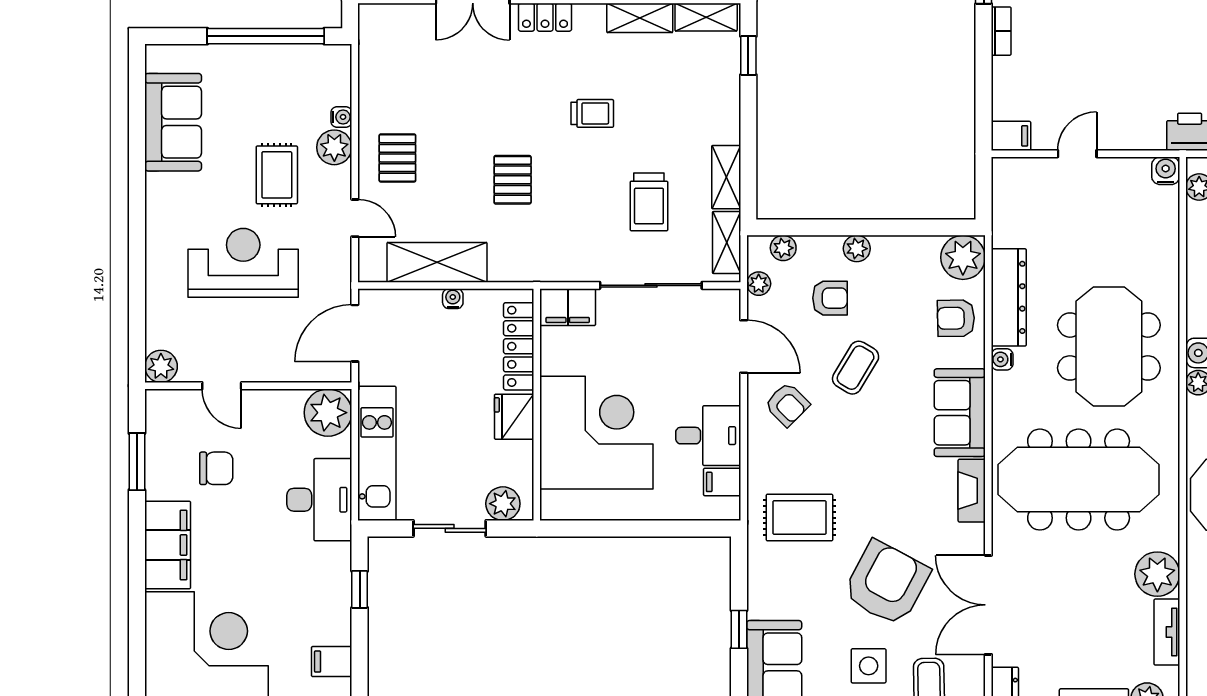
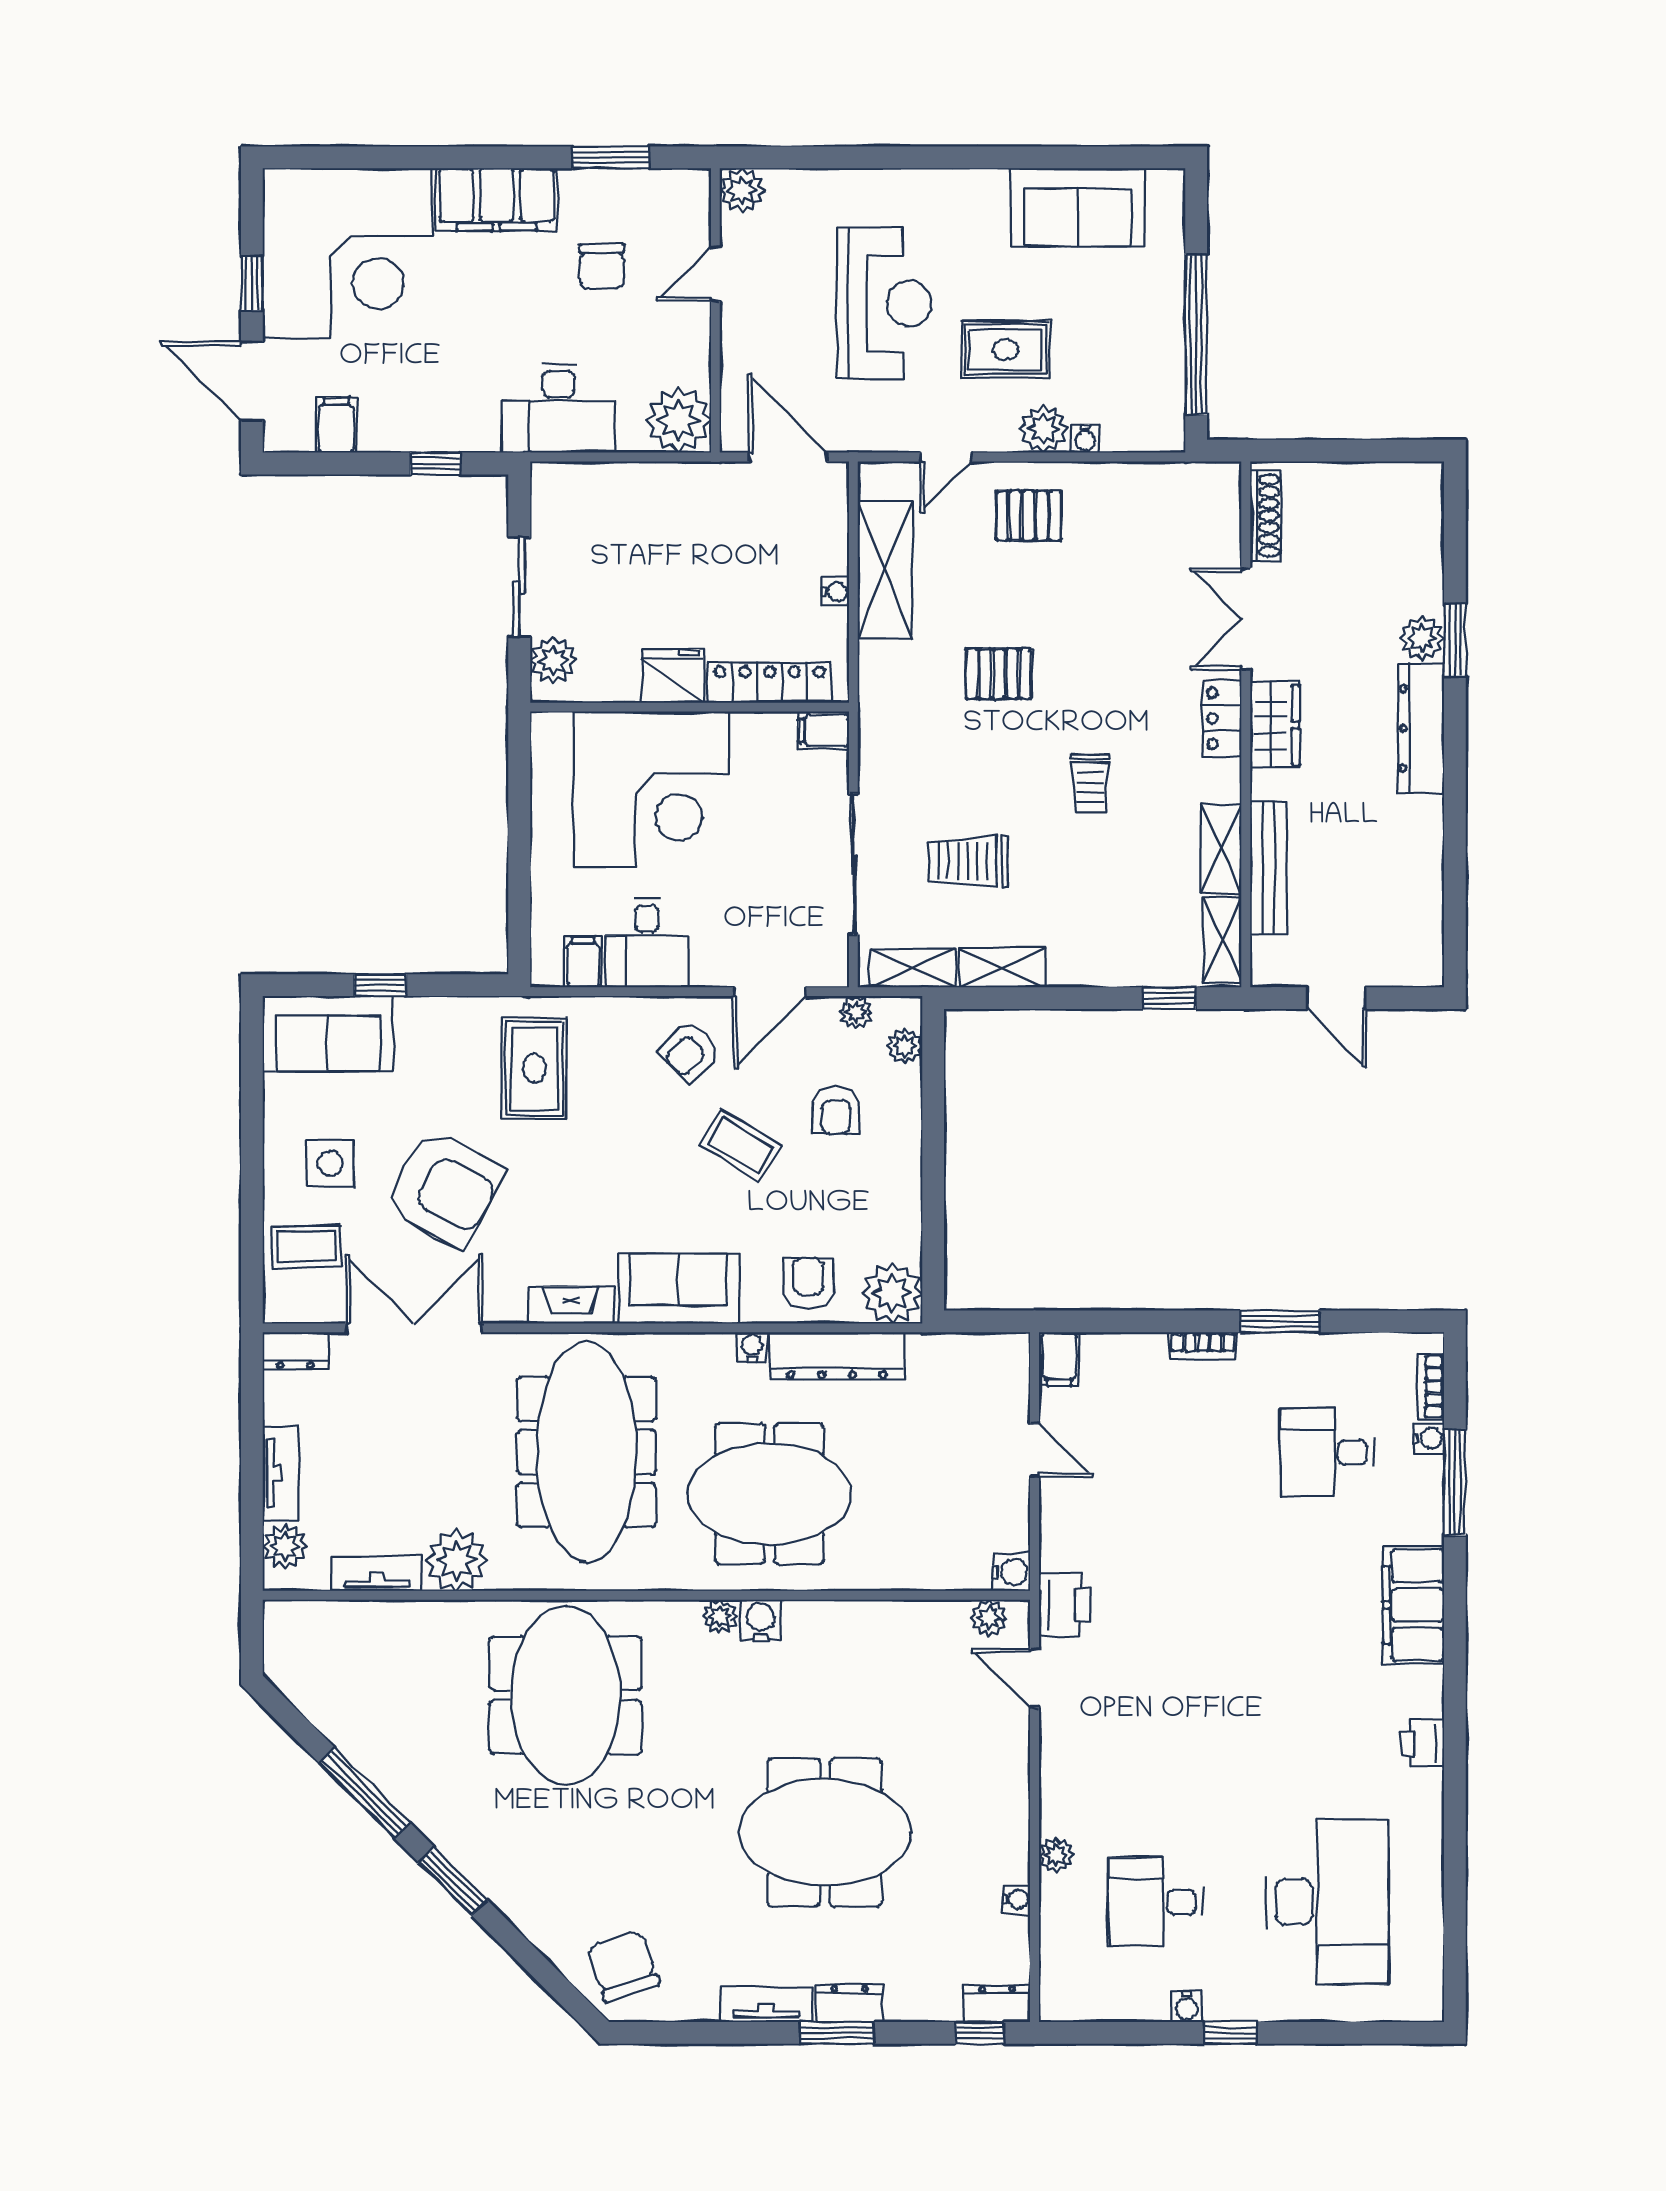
plant: (857, 249) -> (904, 1147), removed
filing cabinet: (568, 307) -> (824, 730), width x0.50
kitchen unit: (377, 453) -> (622, 487), removed

